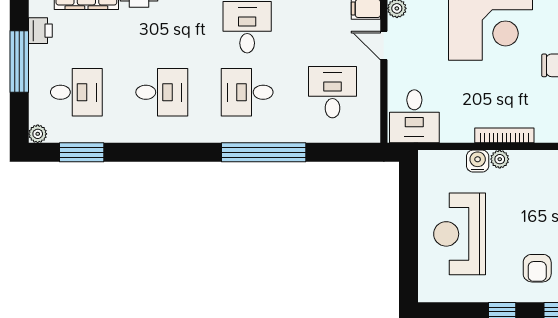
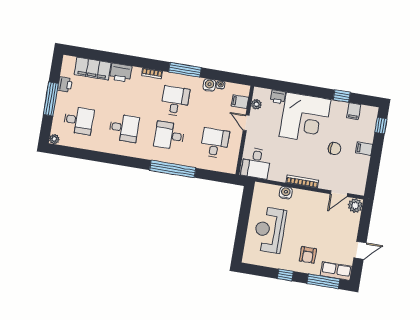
window: (82, 152) -> (76, 153), removed
plant: (500, 159) -> (298, 194), removed

